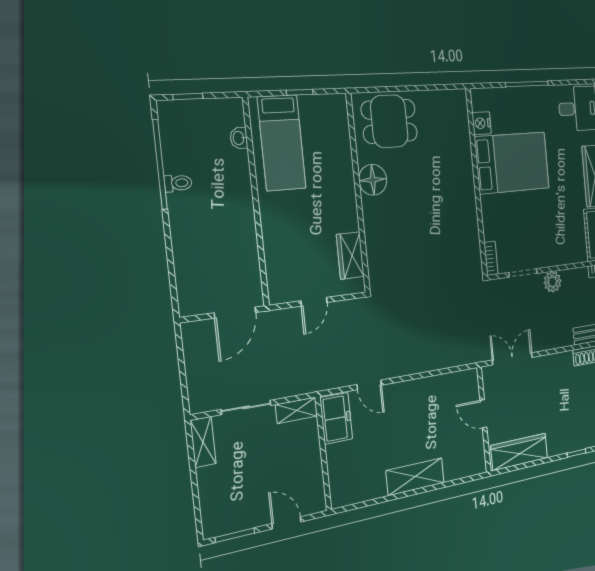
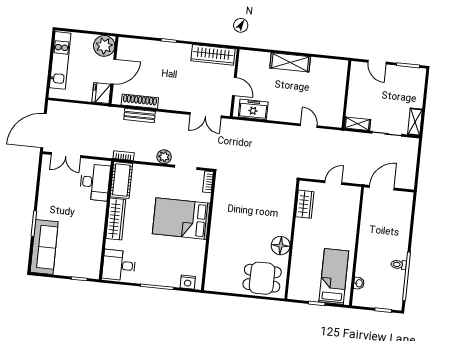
nightstand: (482, 123) -> (188, 282), moved, turned 90
bed: (512, 163) -> (181, 219), moved
freezer: (336, 418) -> (253, 109), moved, turned 90

